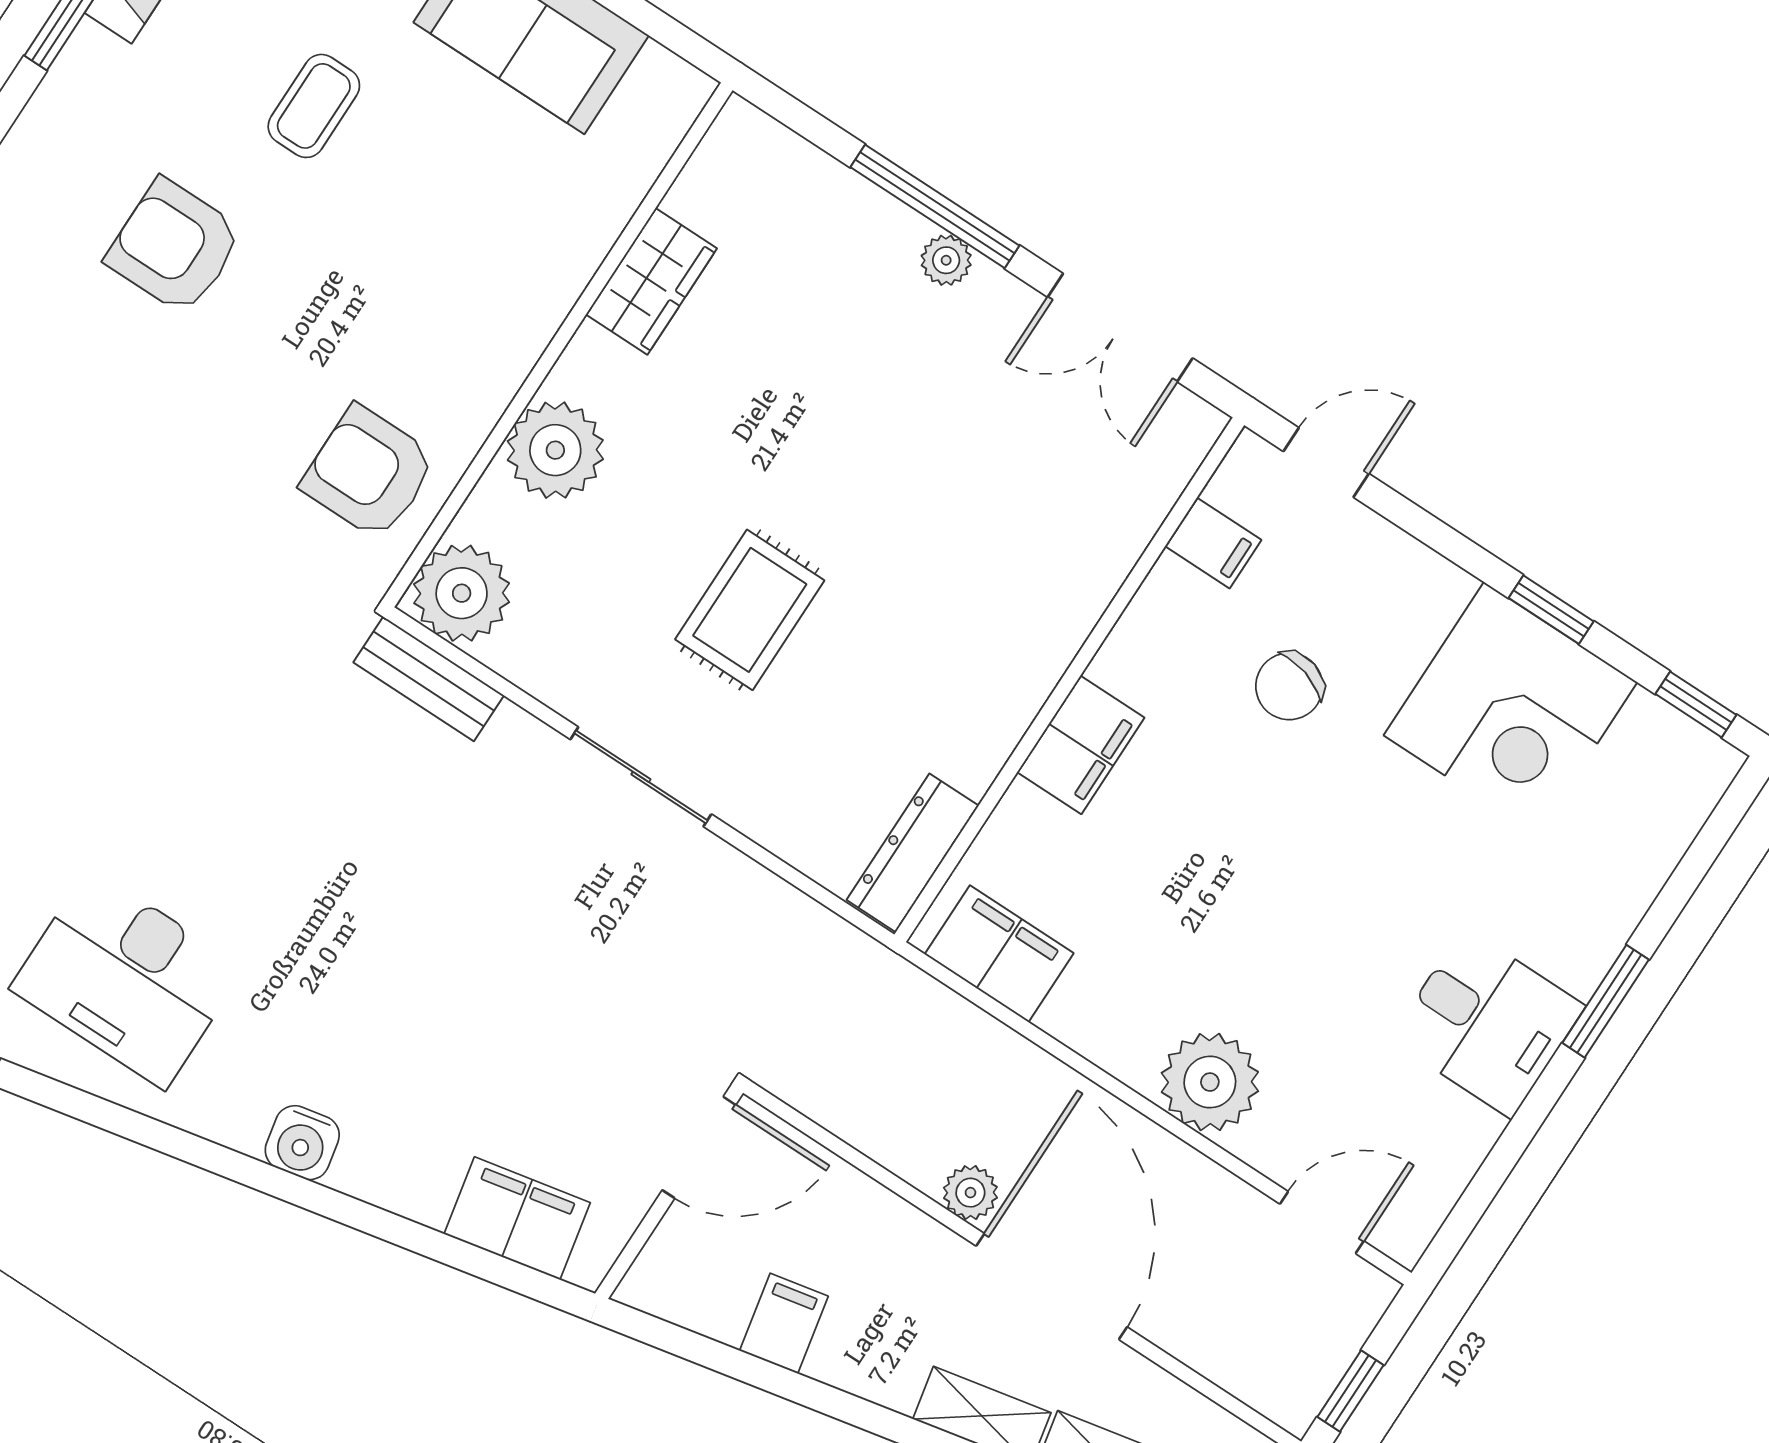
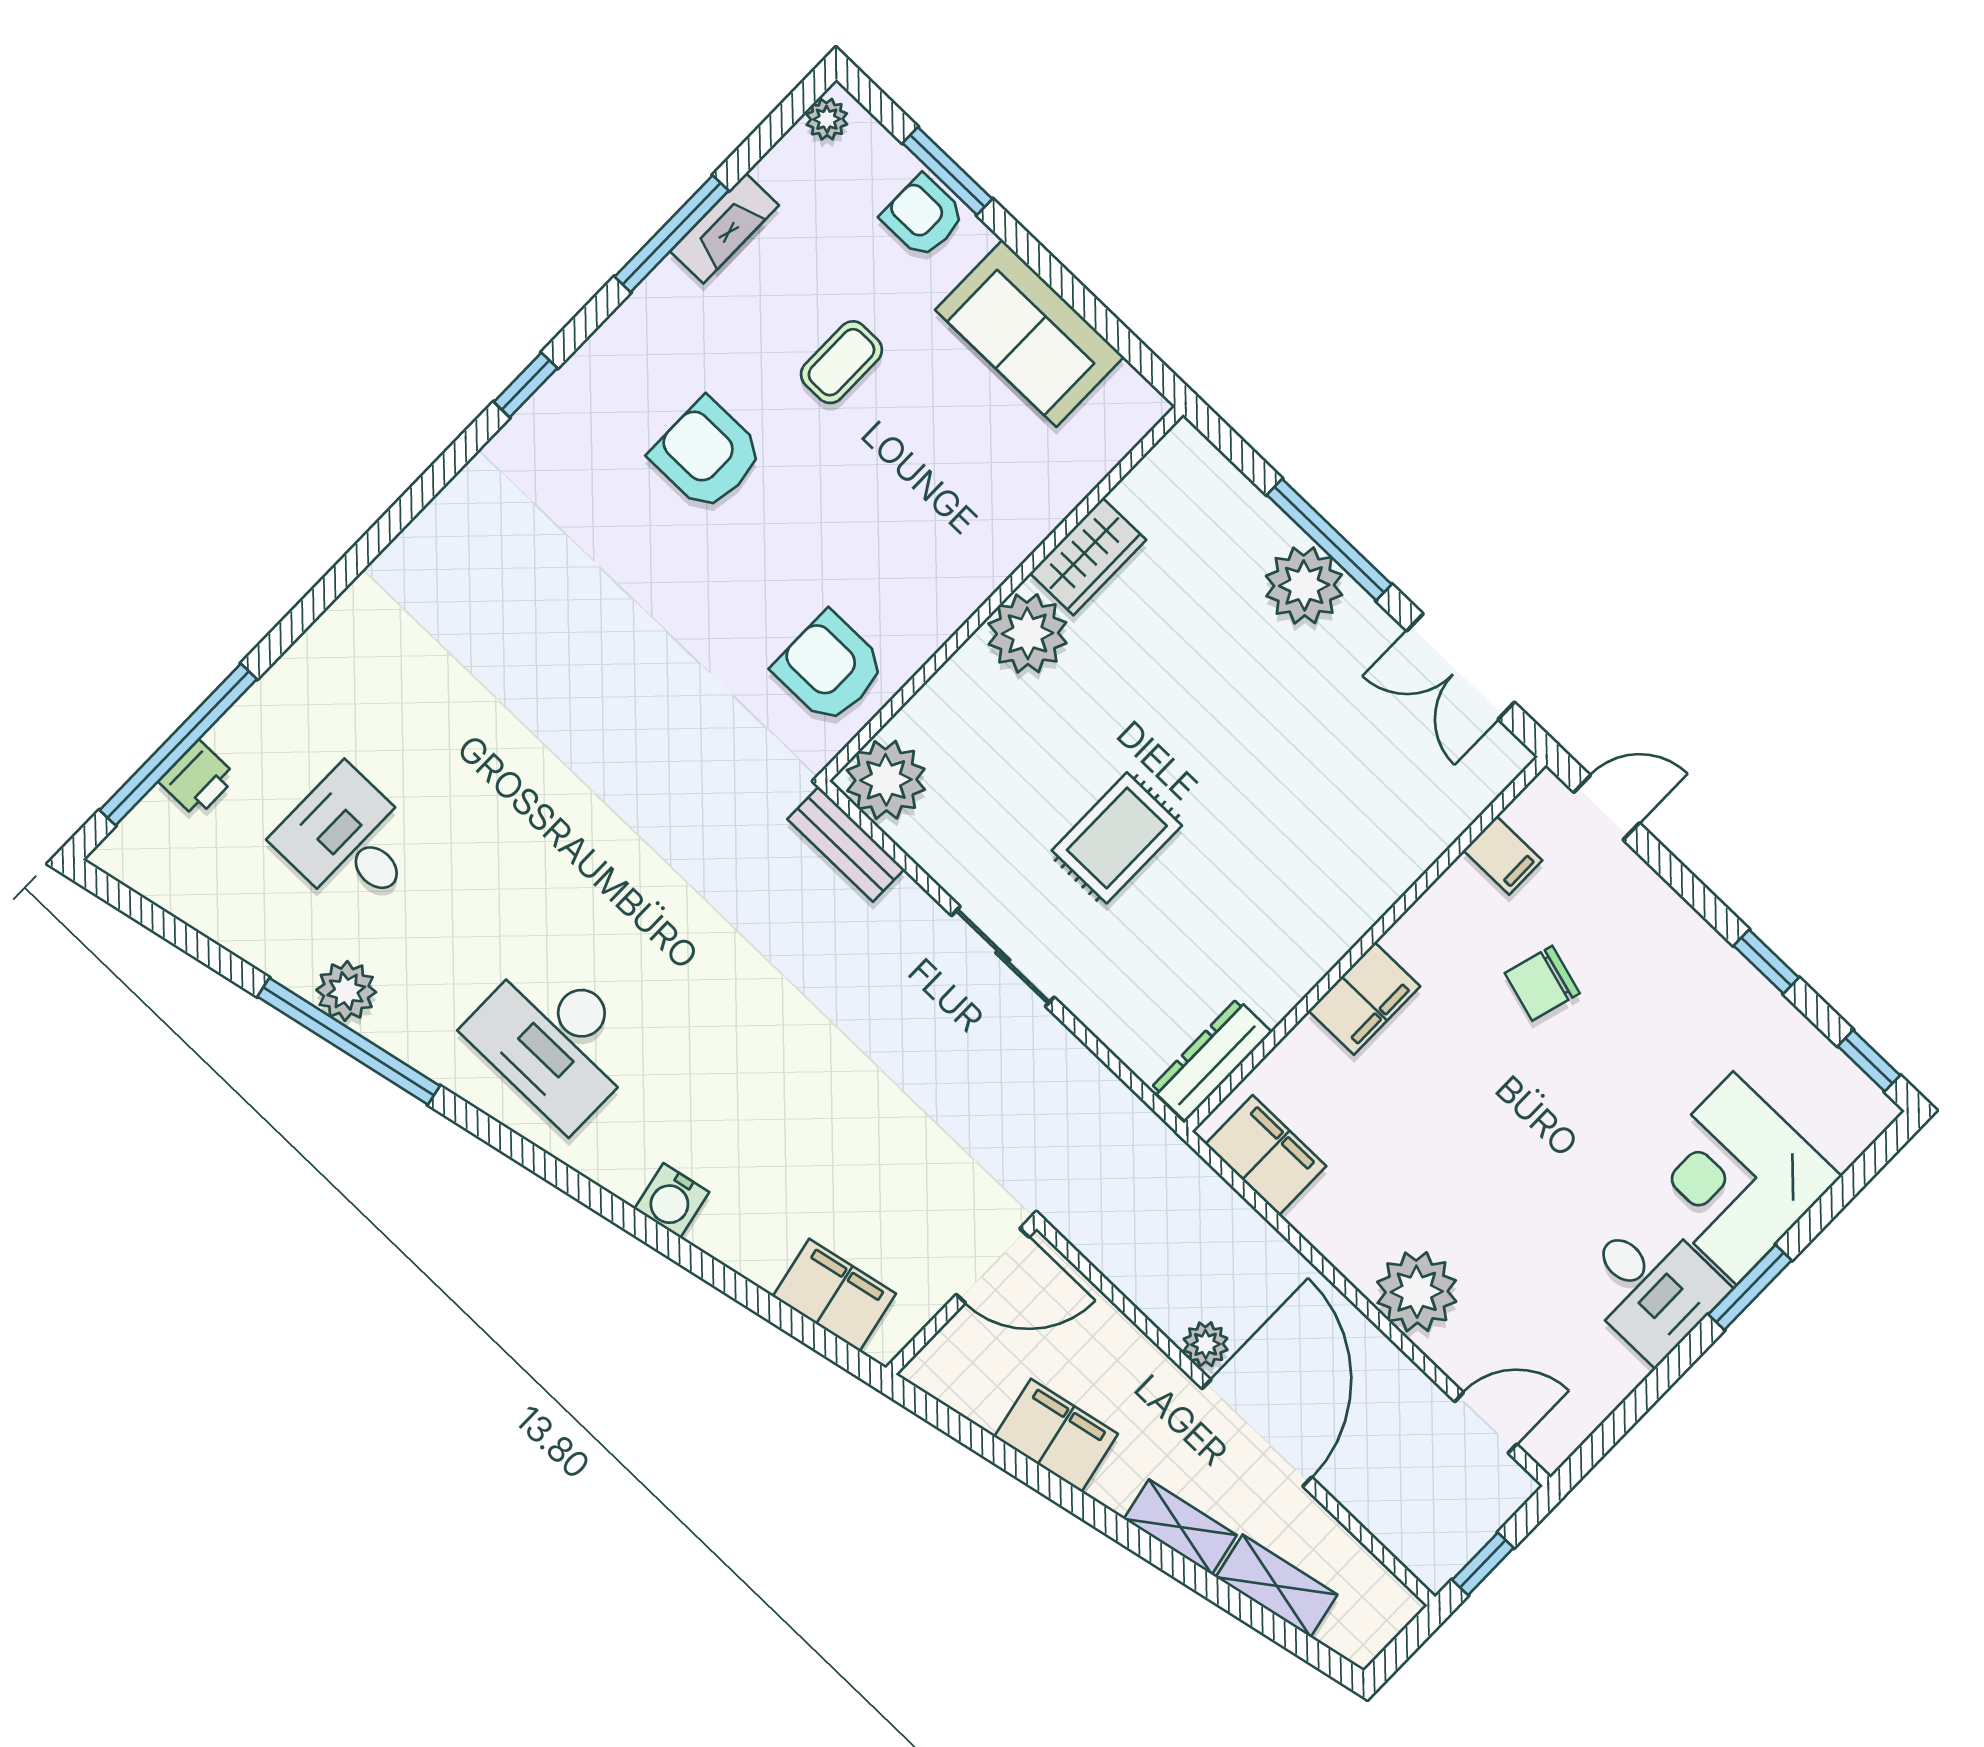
plant: (946, 260) -> (1304, 585), width x1.87, depth x1.87
plant: (555, 450) -> (1027, 633), moved
corner desk: (1510, 709) -> (1735, 1178), moved, turned 90
filing cabinet: (784, 1323) -> (1056, 1435), width x2.00

